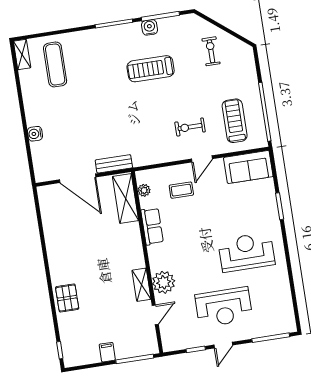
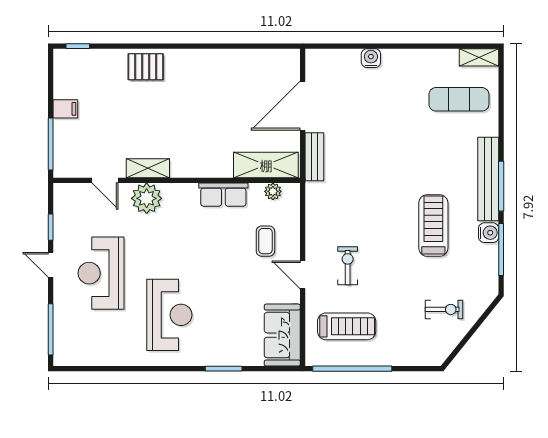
bench: (110, 34) -> (488, 179), added

